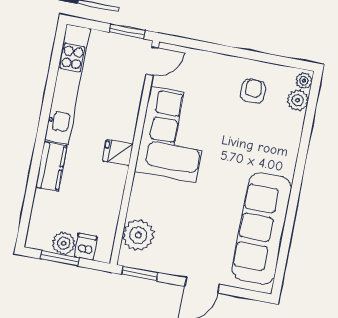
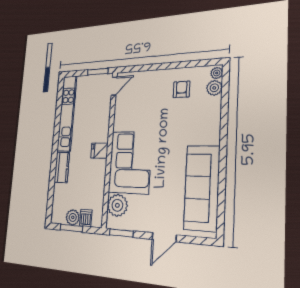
corner sofa: (173, 134) -> (130, 162), moved

